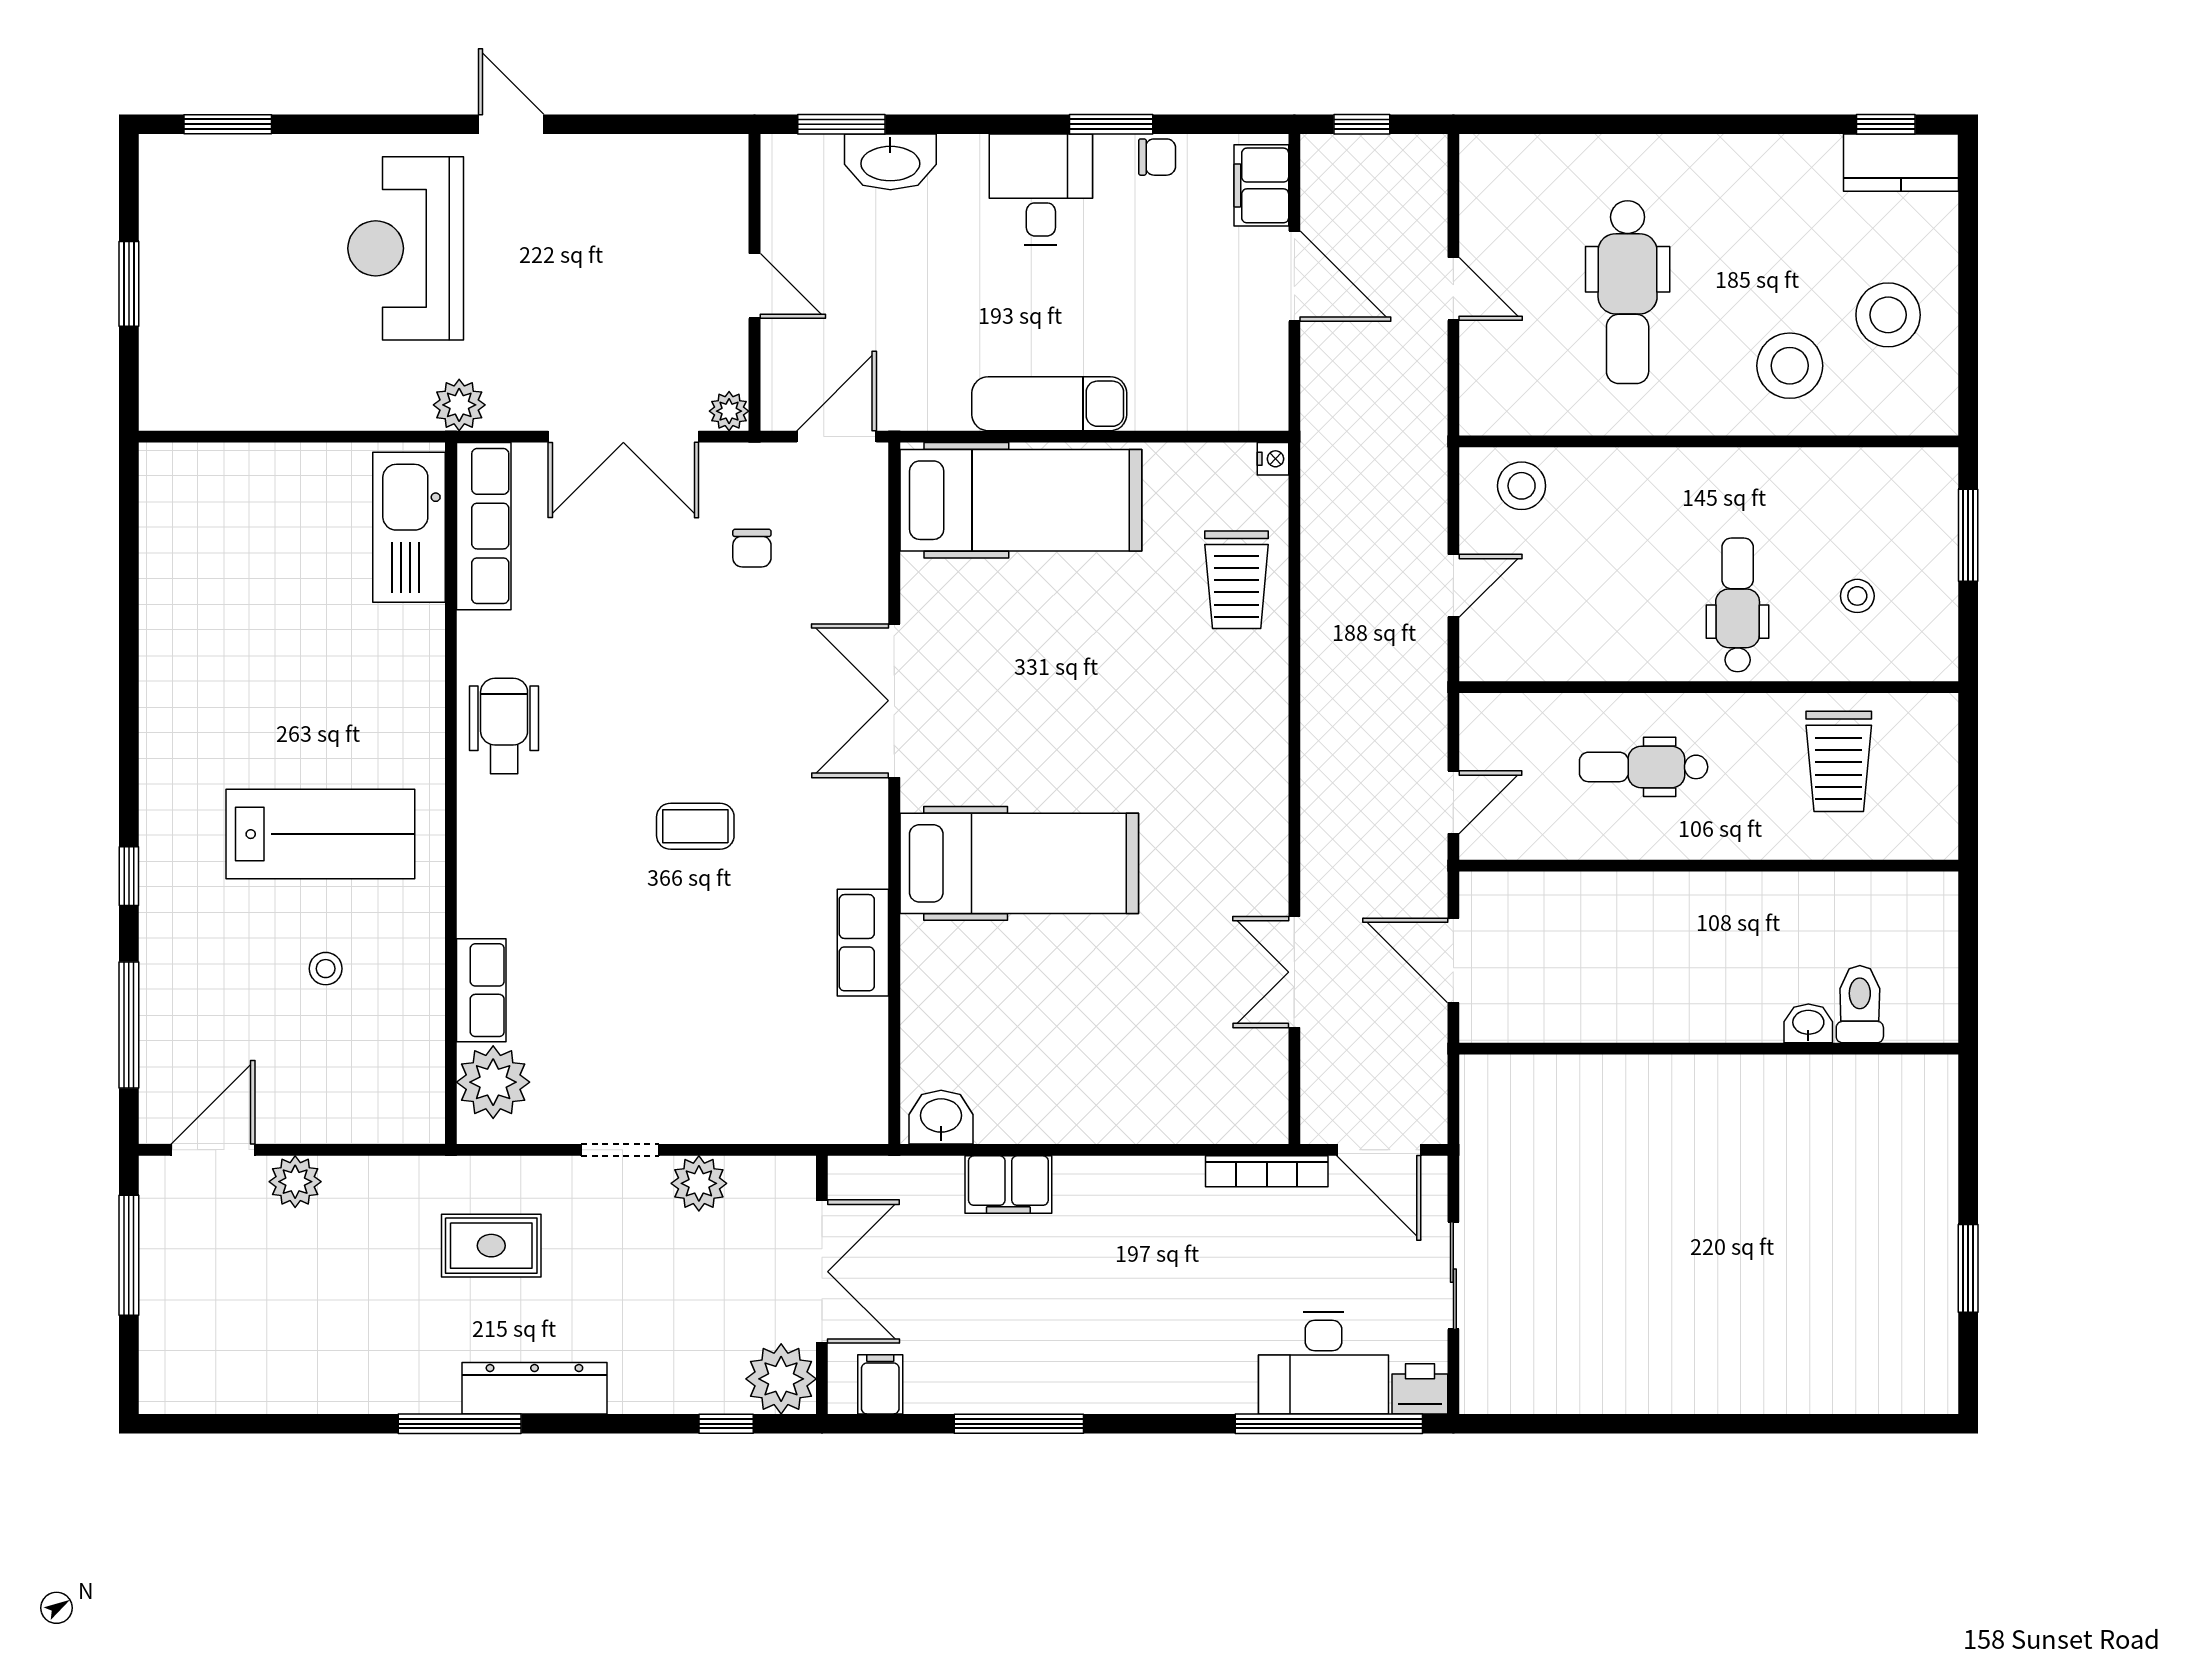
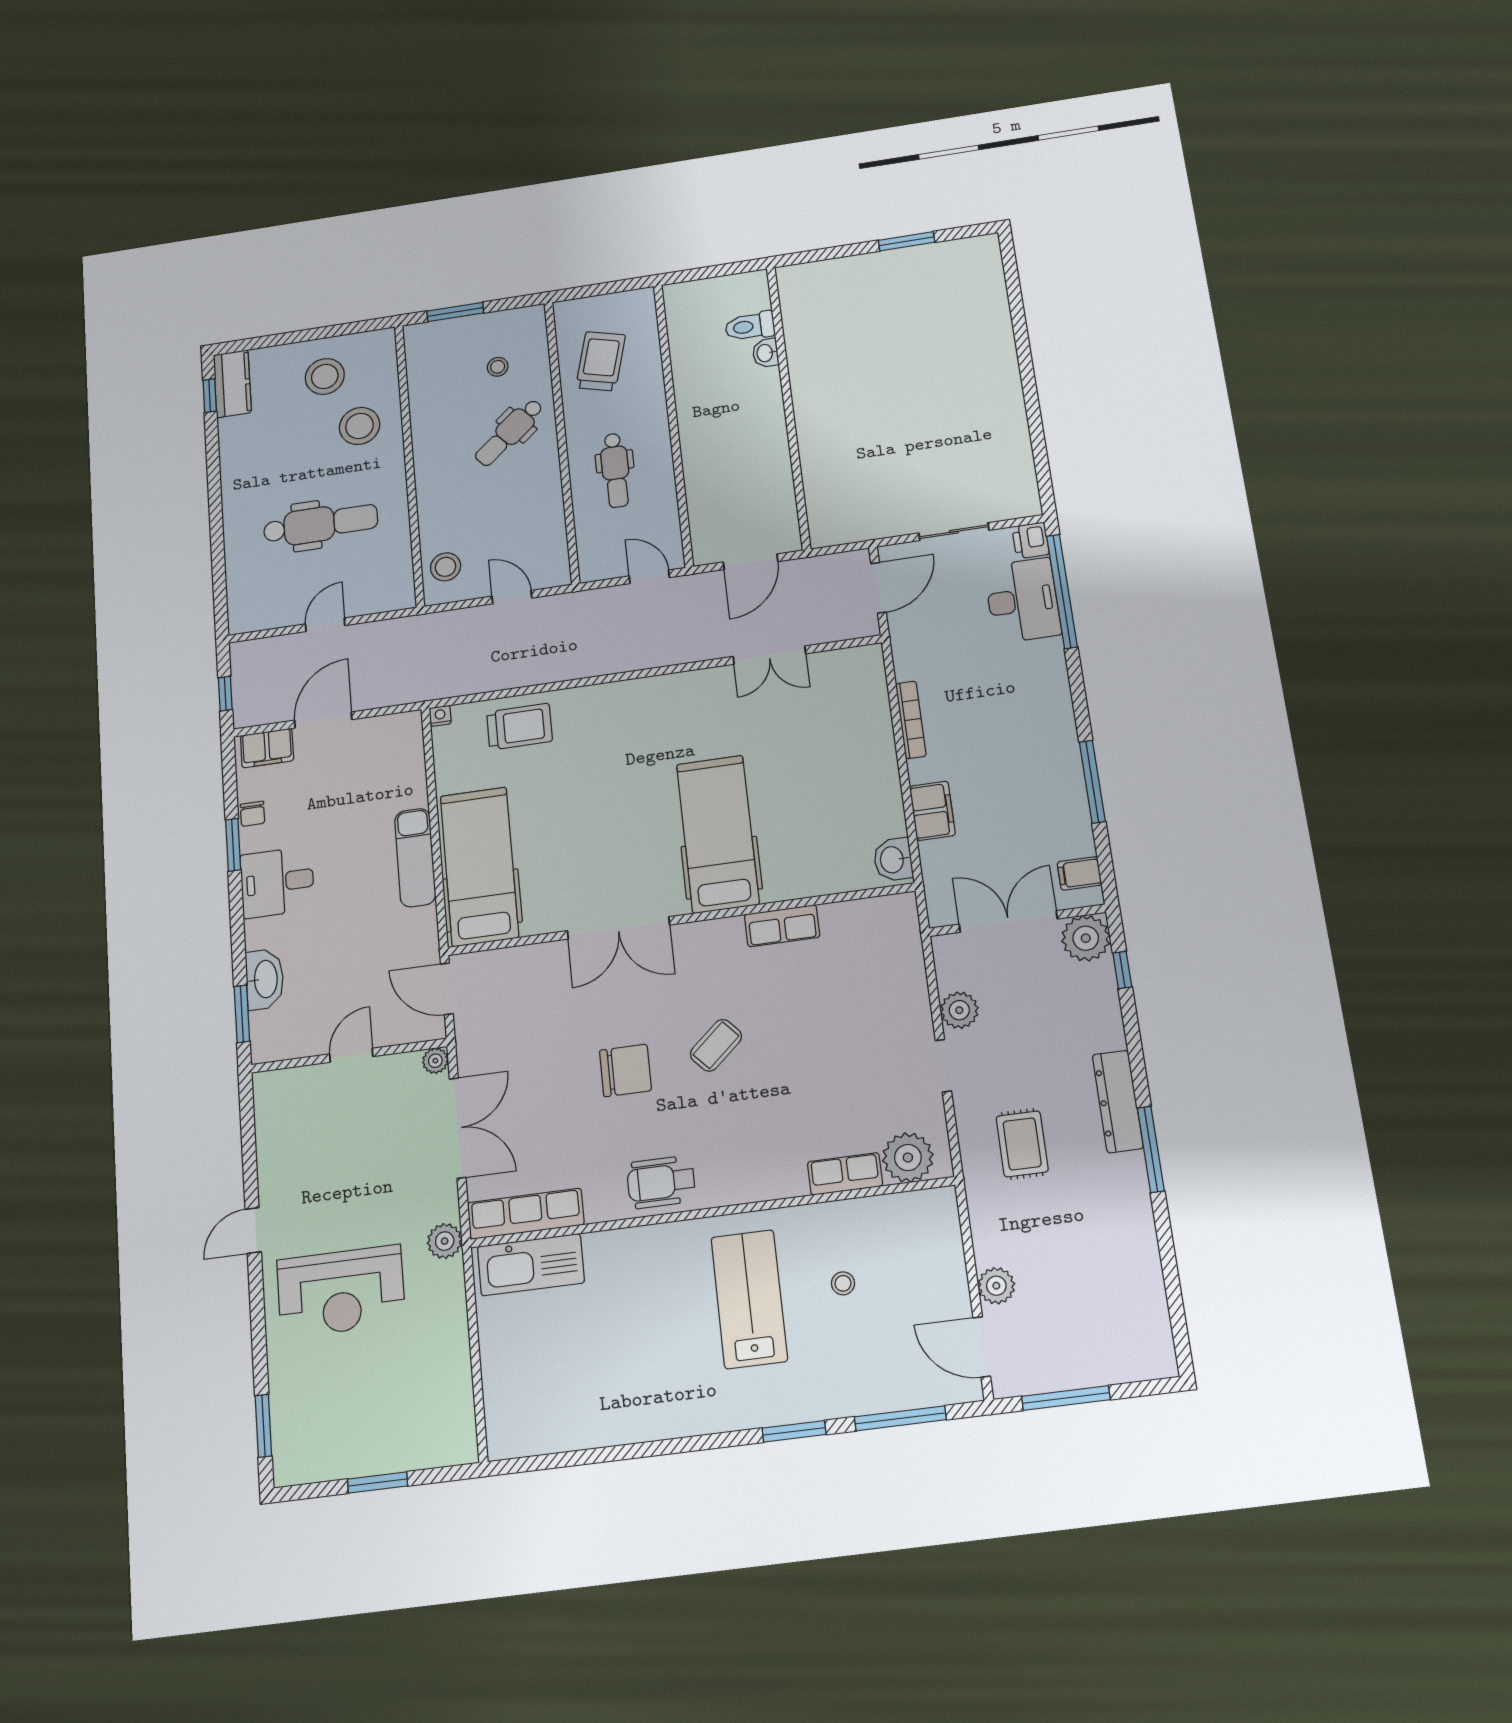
chair: (1157, 157) -> (252, 814), turned 180
chair: (752, 548) -> (625, 1070), moved, width x1.87, depth x1.87
dental chair: (1738, 605) -> (509, 432), turned -41
trolley: (1839, 761) -> (601, 361), turned -75
coffee table: (695, 826) -> (716, 1045), turned 48
window: (129, 876) -> (794, 1431), width x1.50
bookcase: (1267, 1171) -> (911, 720), moved

